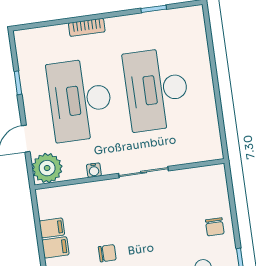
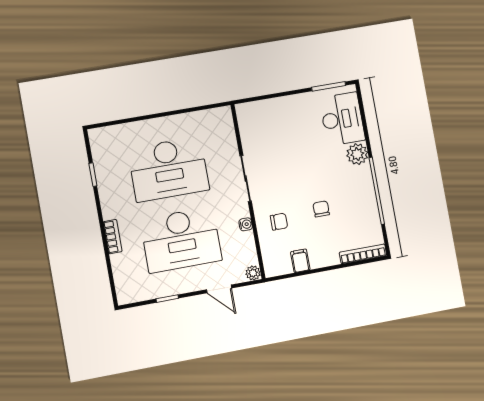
plant: (47, 168) -> (253, 273), width x0.53, depth x0.53
chair: (215, 227) -> (279, 222), moved
filing cabinet: (55, 247) -> (318, 257), removed

